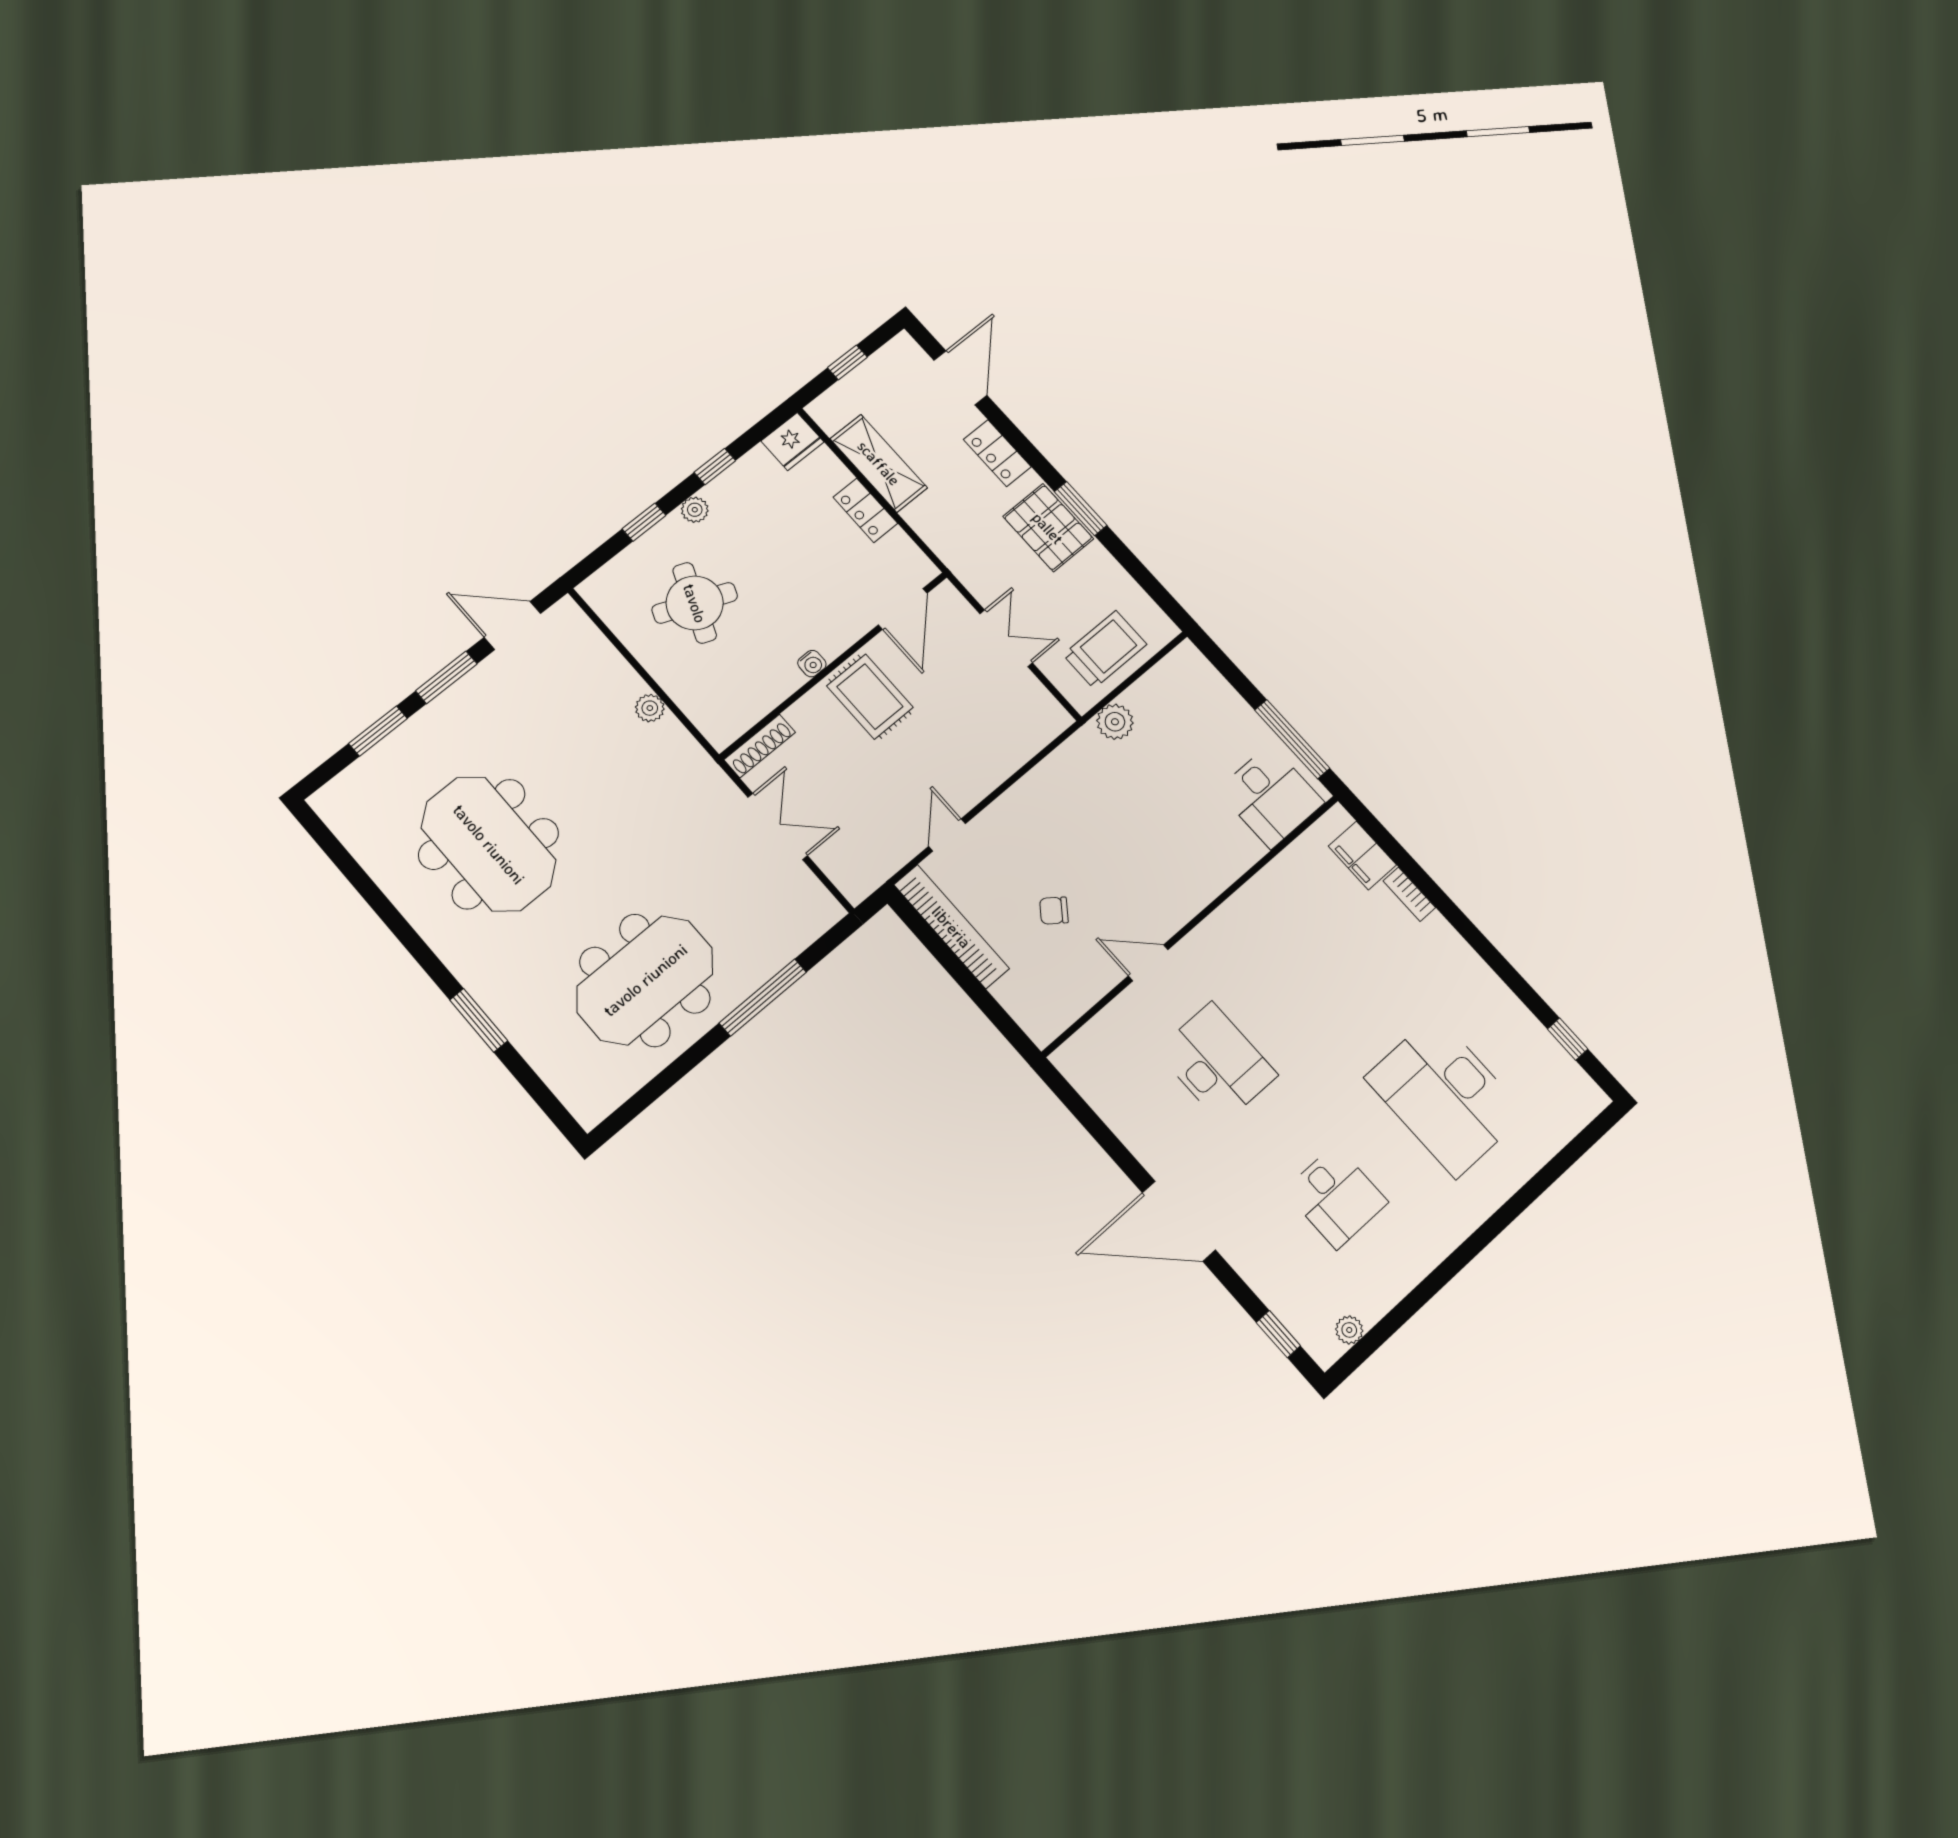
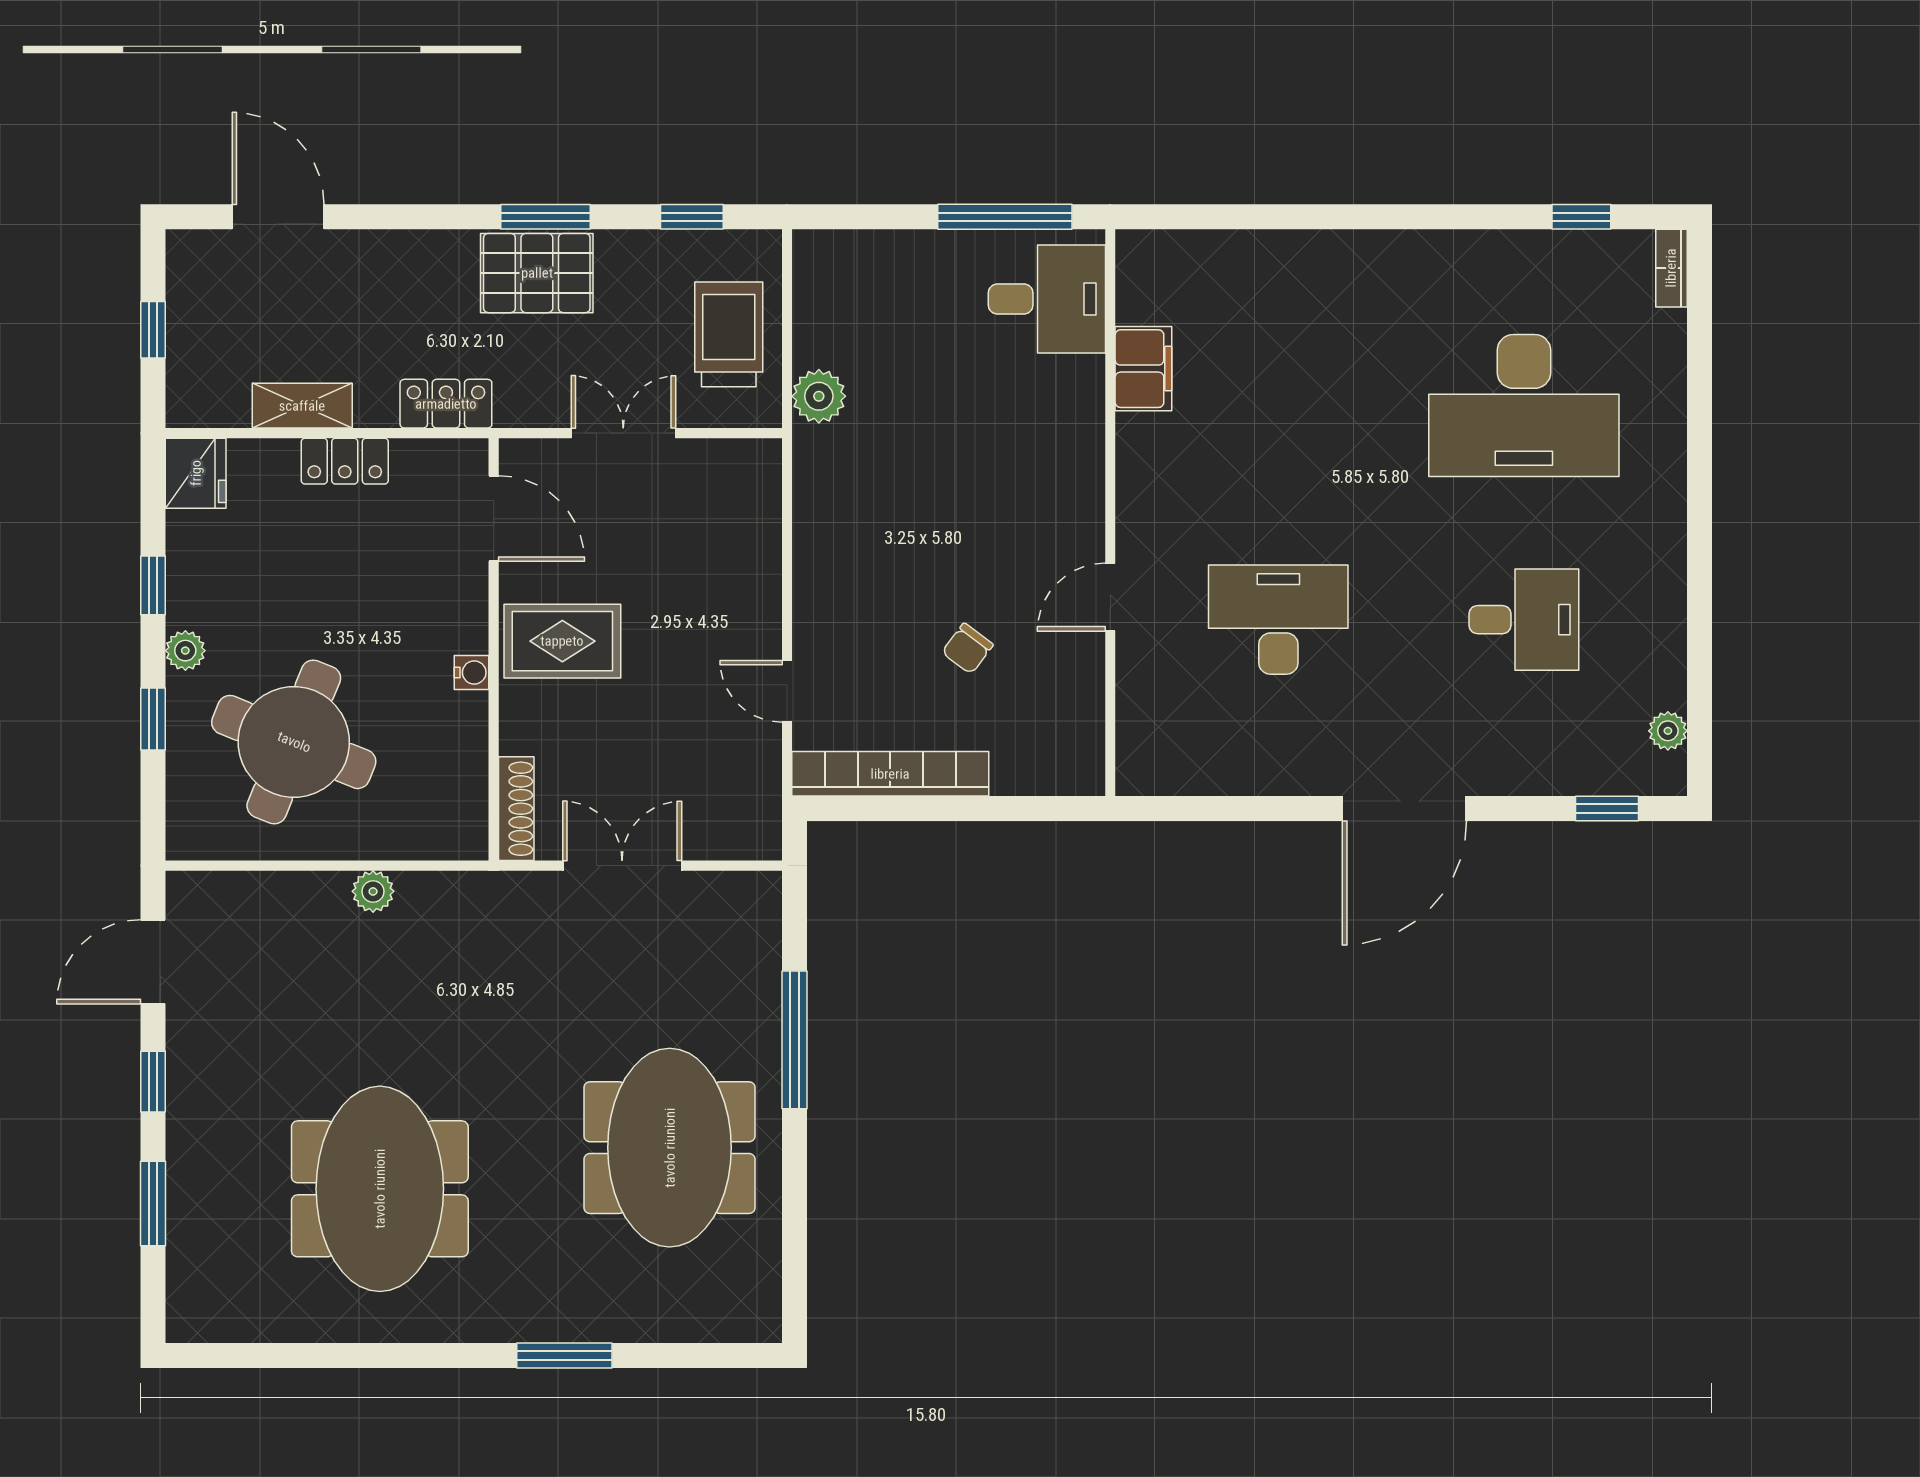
locker: (997, 453) -> (446, 404), moved, turned 180
shelving: (879, 463) -> (302, 406), width x0.67, depth x0.75
window: (1147, 581) -> (692, 217), added
round table: (695, 603) -> (294, 742), width x1.36, depth x1.36
window: (446, 677) -> (153, 1082), width x0.67
meeting table: (489, 844) -> (380, 1189), turned 90
filing cabinet: (1362, 855) -> (1143, 369), moved, turned -90
bookcase: (1409, 894) -> (1671, 268), moved, turned 90

